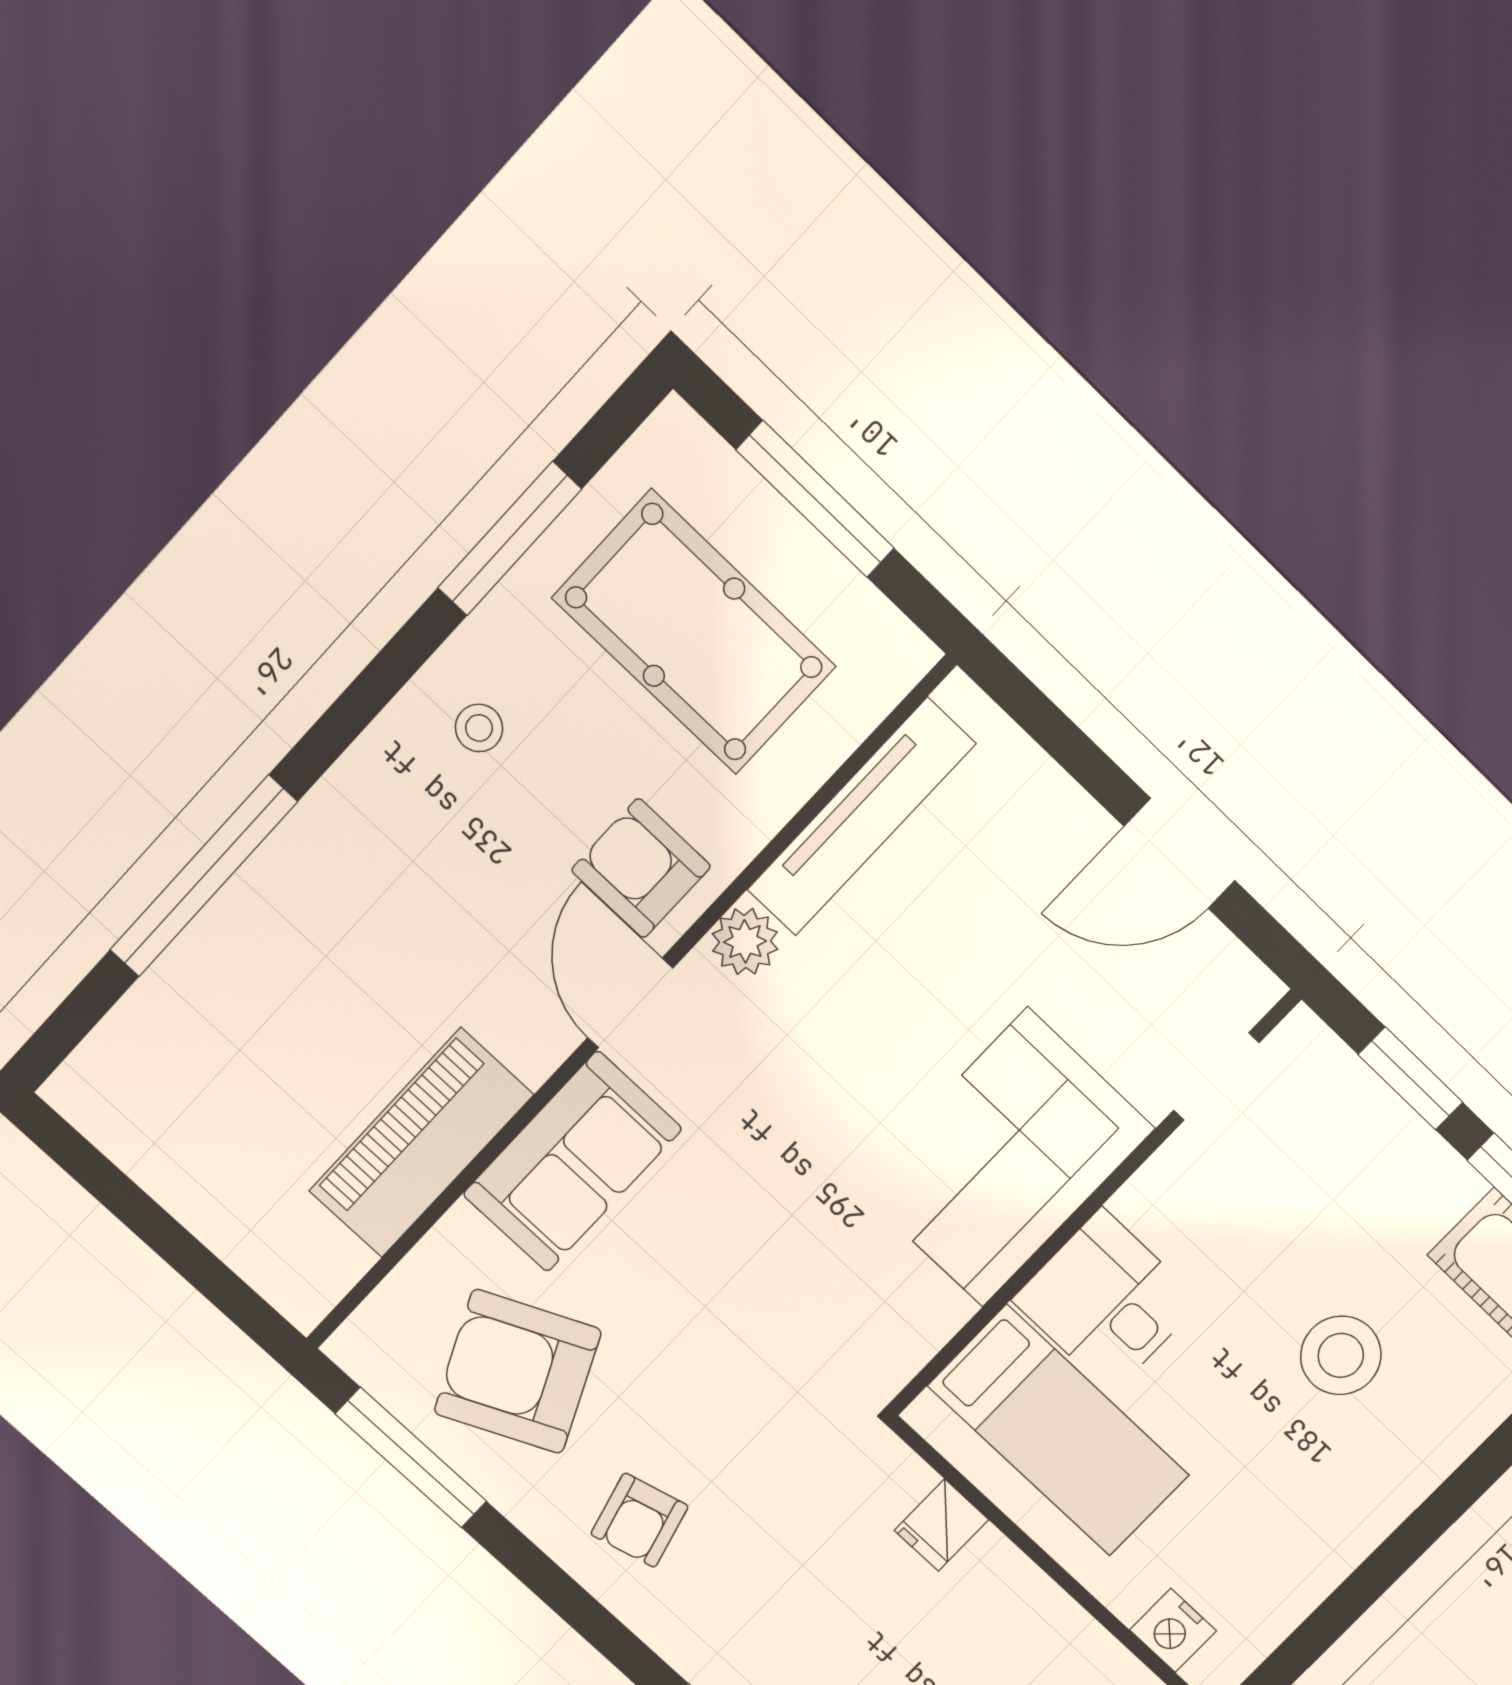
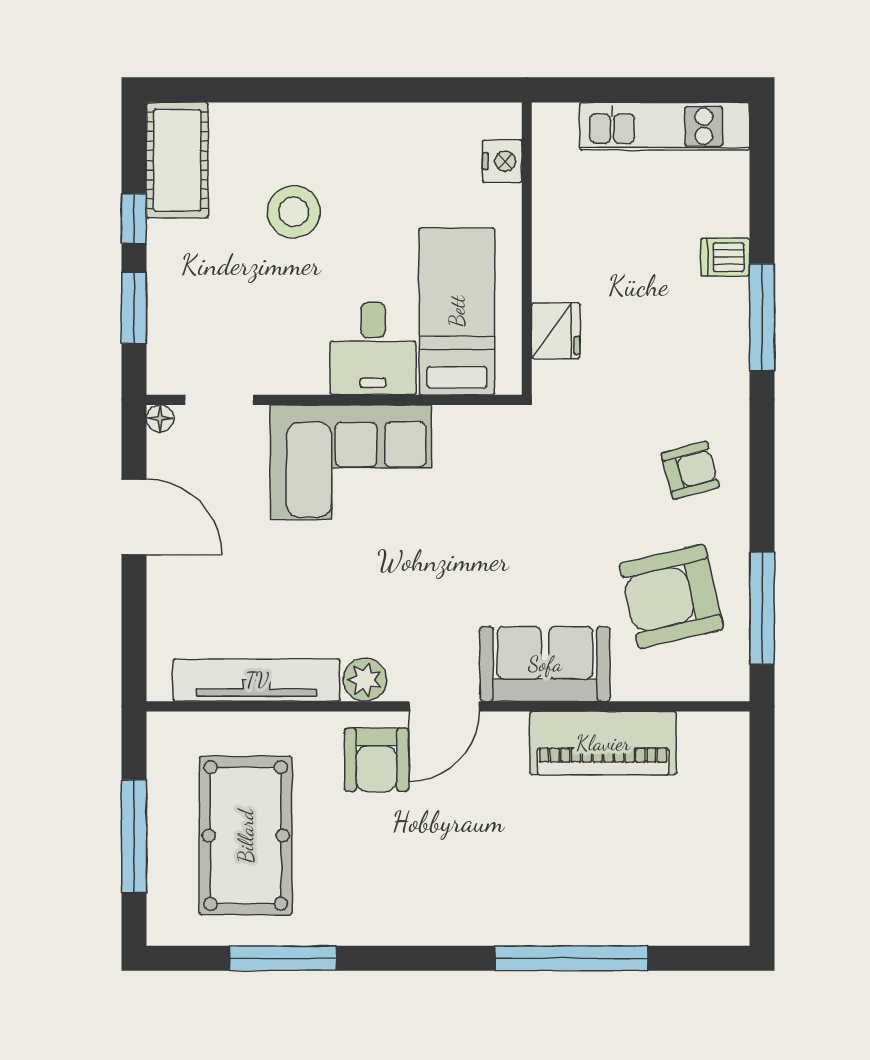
stool: (479, 728) -> (382, 894), removed
floor lamp: (1260, 990) -> (160, 418), added
armchair: (518, 1371) -> (671, 596), turned 102
fridge: (941, 1525) -> (556, 331), width x1.38

